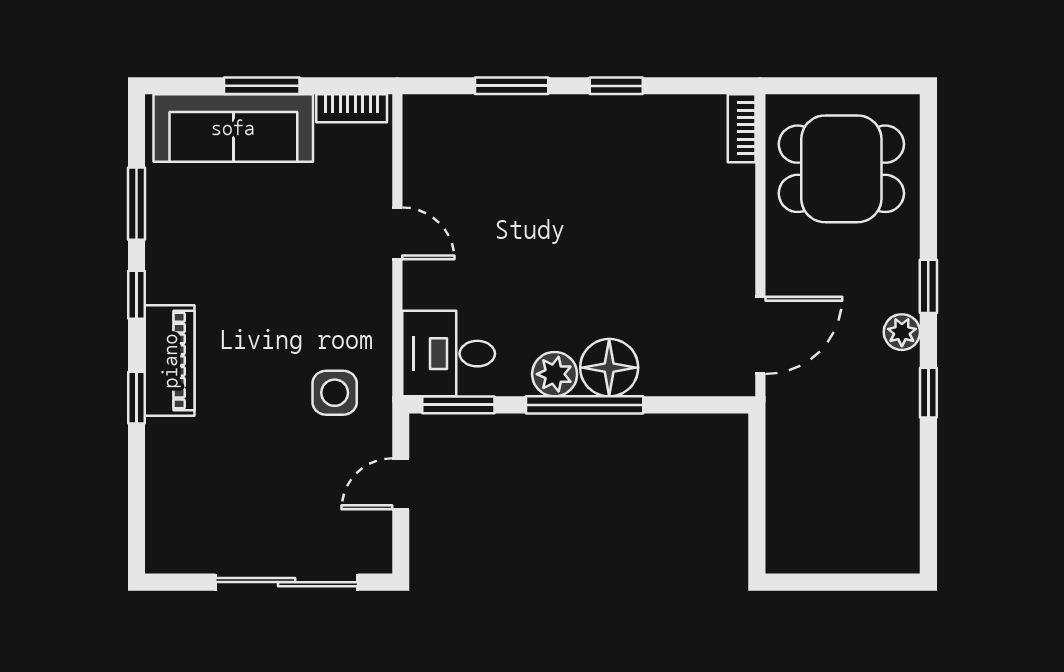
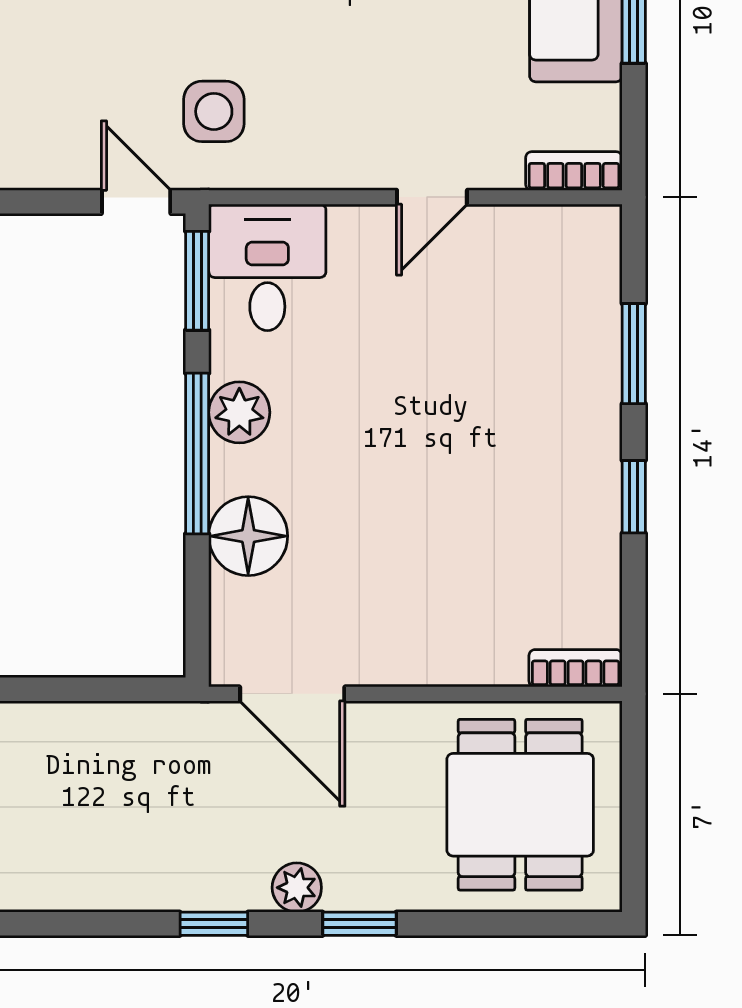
bookcase: (352, 108) -> (574, 171), moved, turned 90
floor lamp: (609, 368) -> (248, 536), moved
door: (401, 484) -> (136, 202), moved

